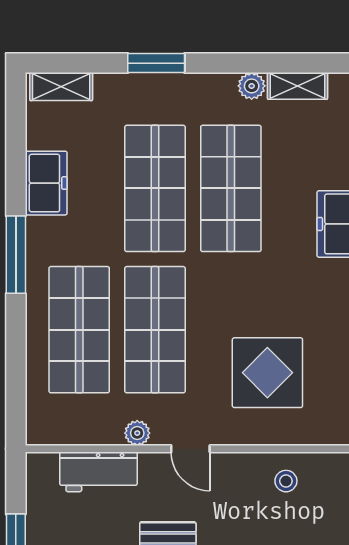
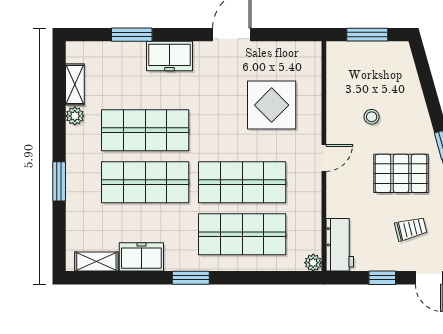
shelving: (61, 87) -> (96, 262), moved, turned 90
window: (16, 255) -> (191, 278), width x0.69
plant: (137, 433) -> (313, 263), moved
workbench: (98, 472) -> (340, 245), moved
stool: (286, 481) -> (372, 117), moved

